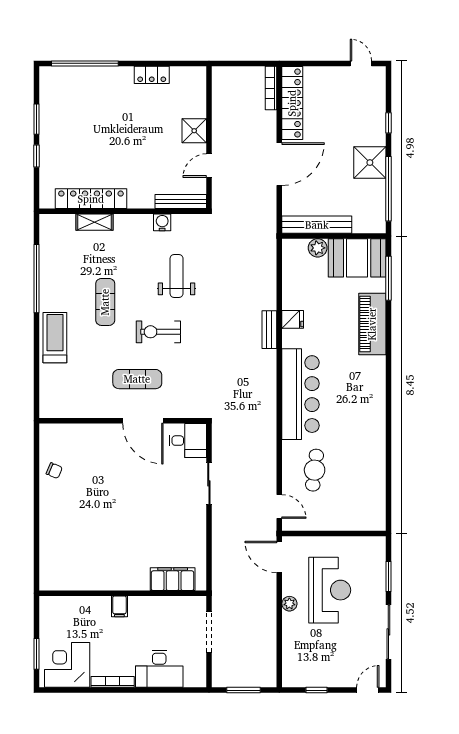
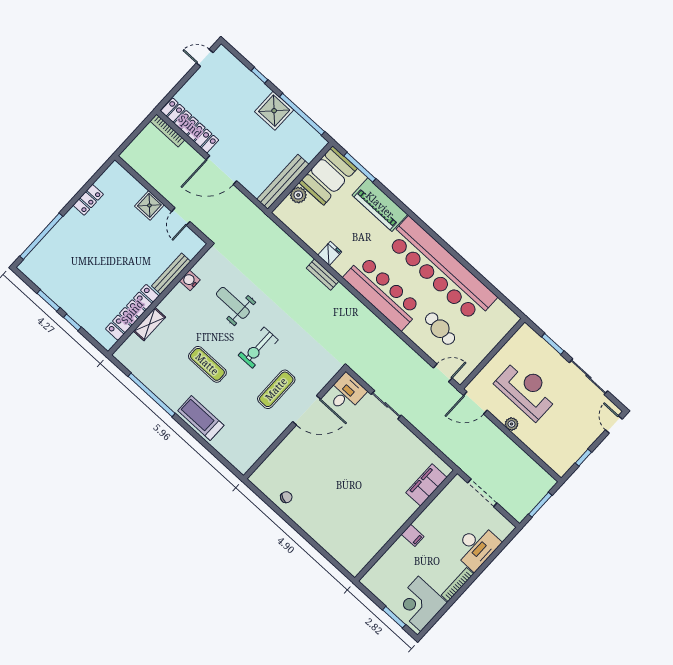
door: (279, 164) -> (221, 170), swing flipped
bench: (181, 202) -> (171, 274), moved
bar counter: (365, 426) -> (441, 270), added

